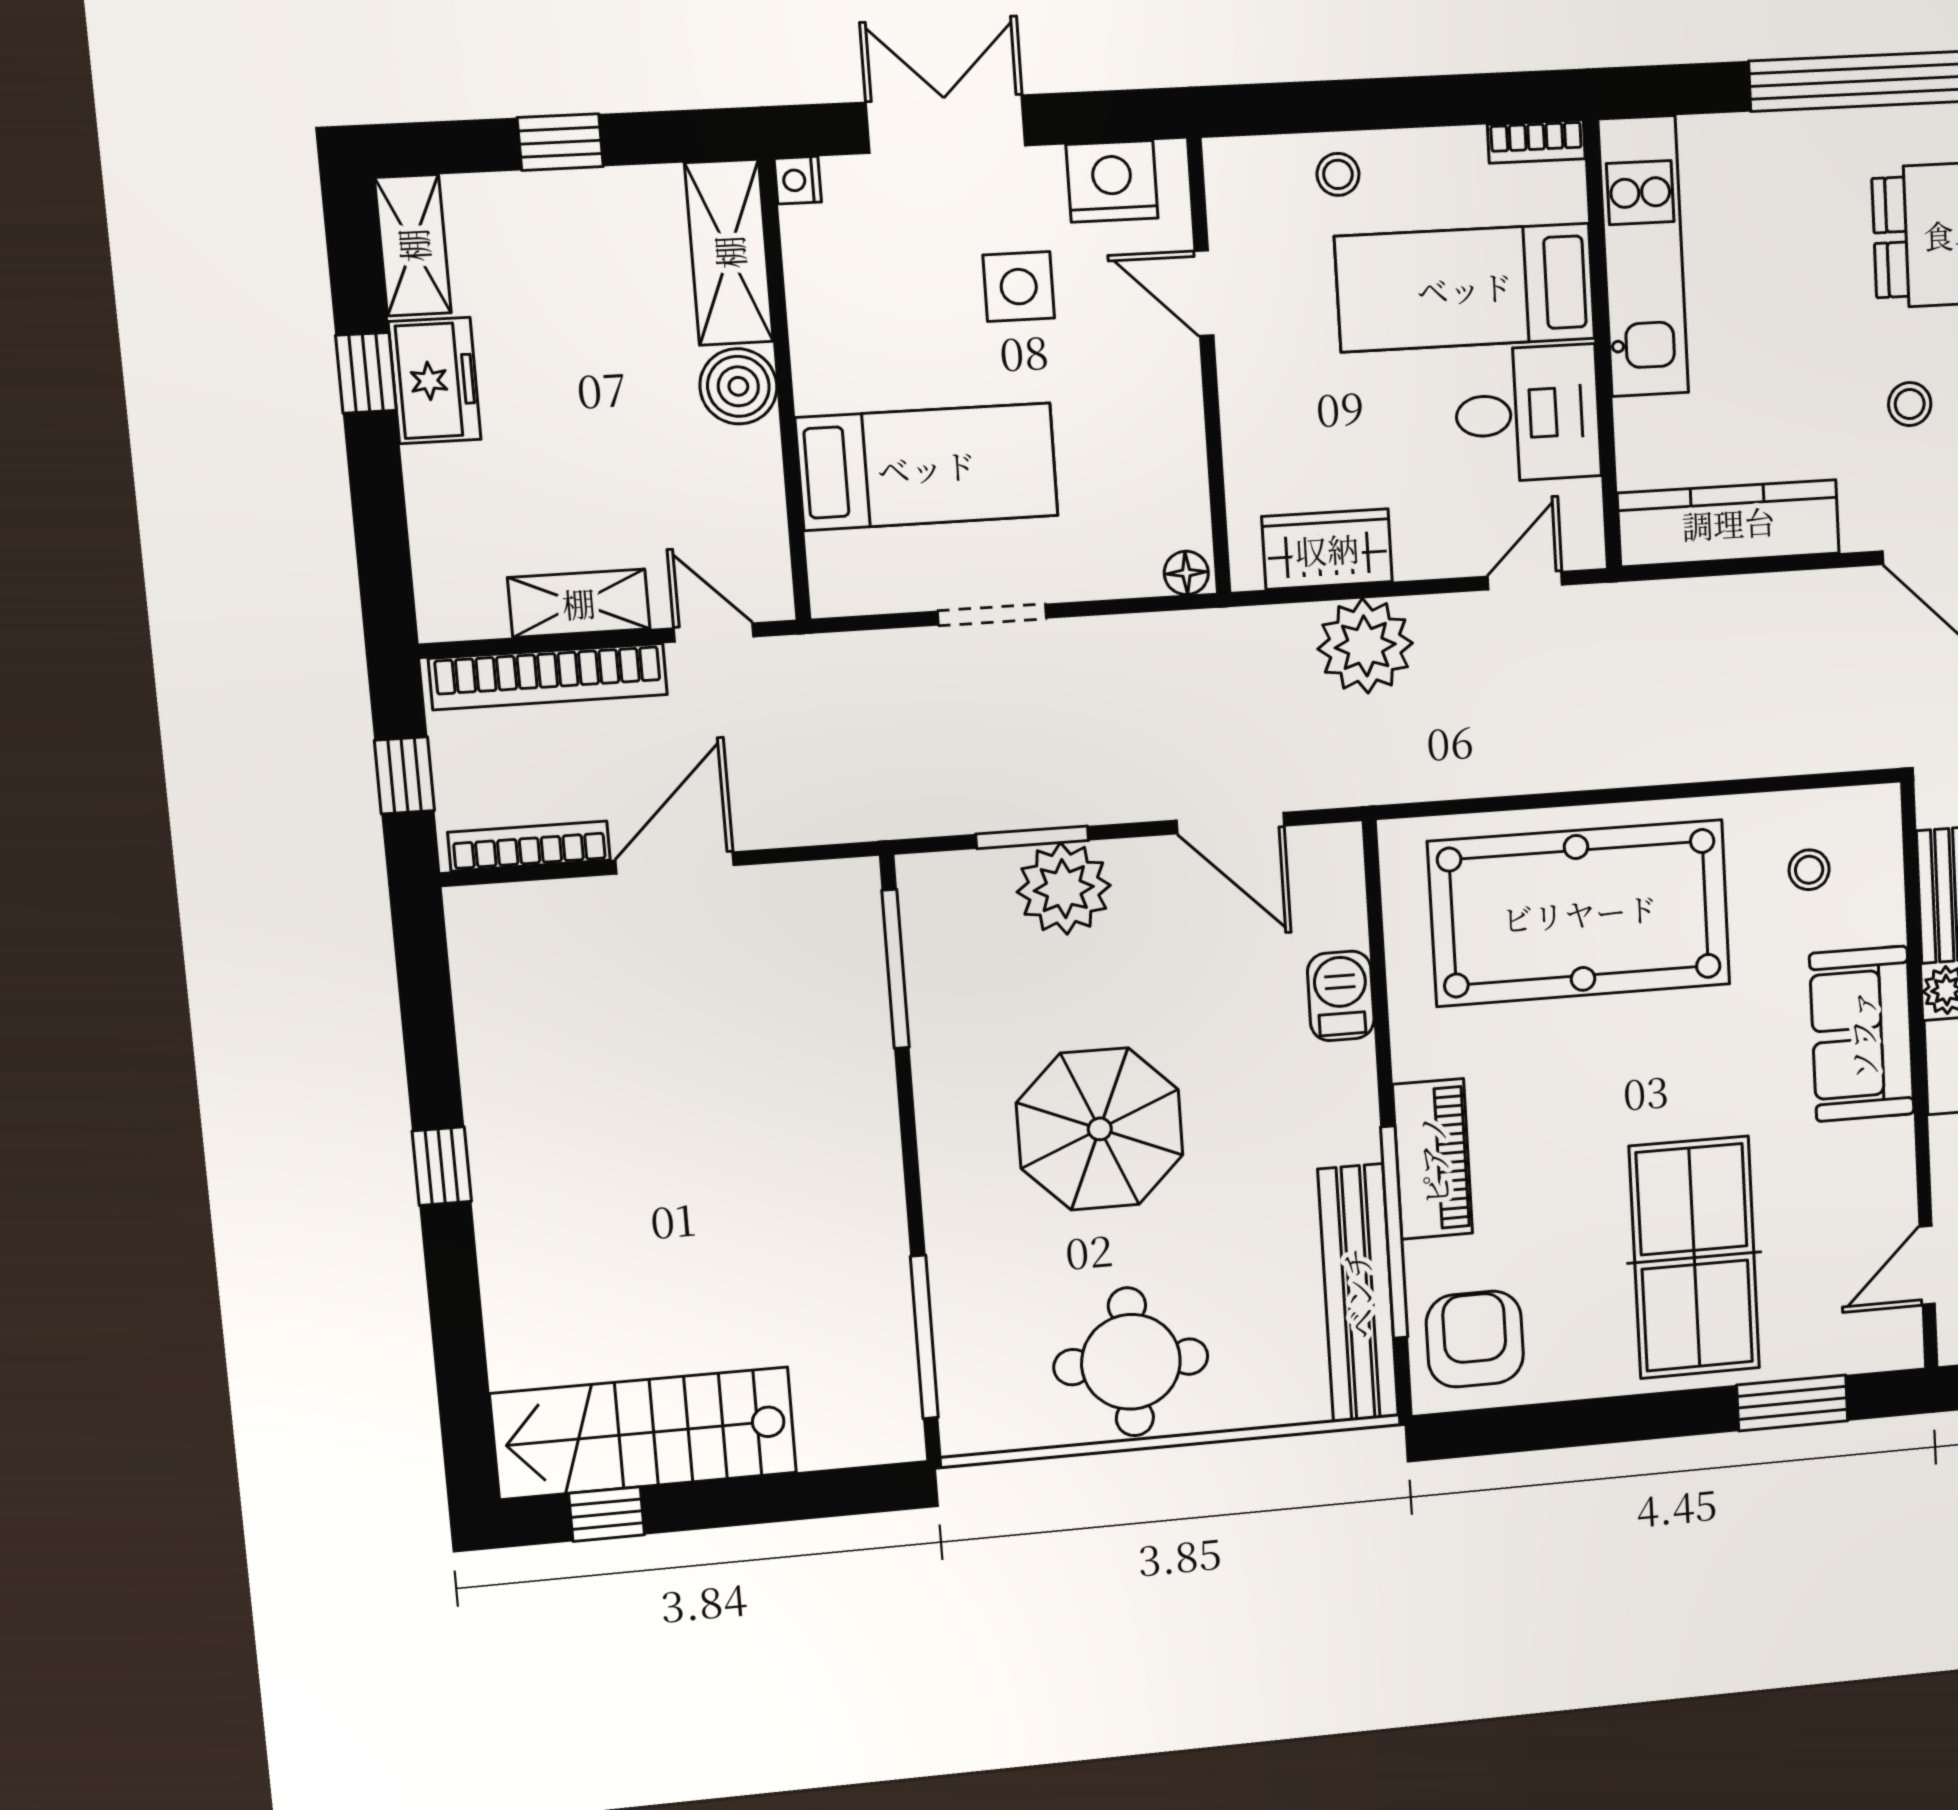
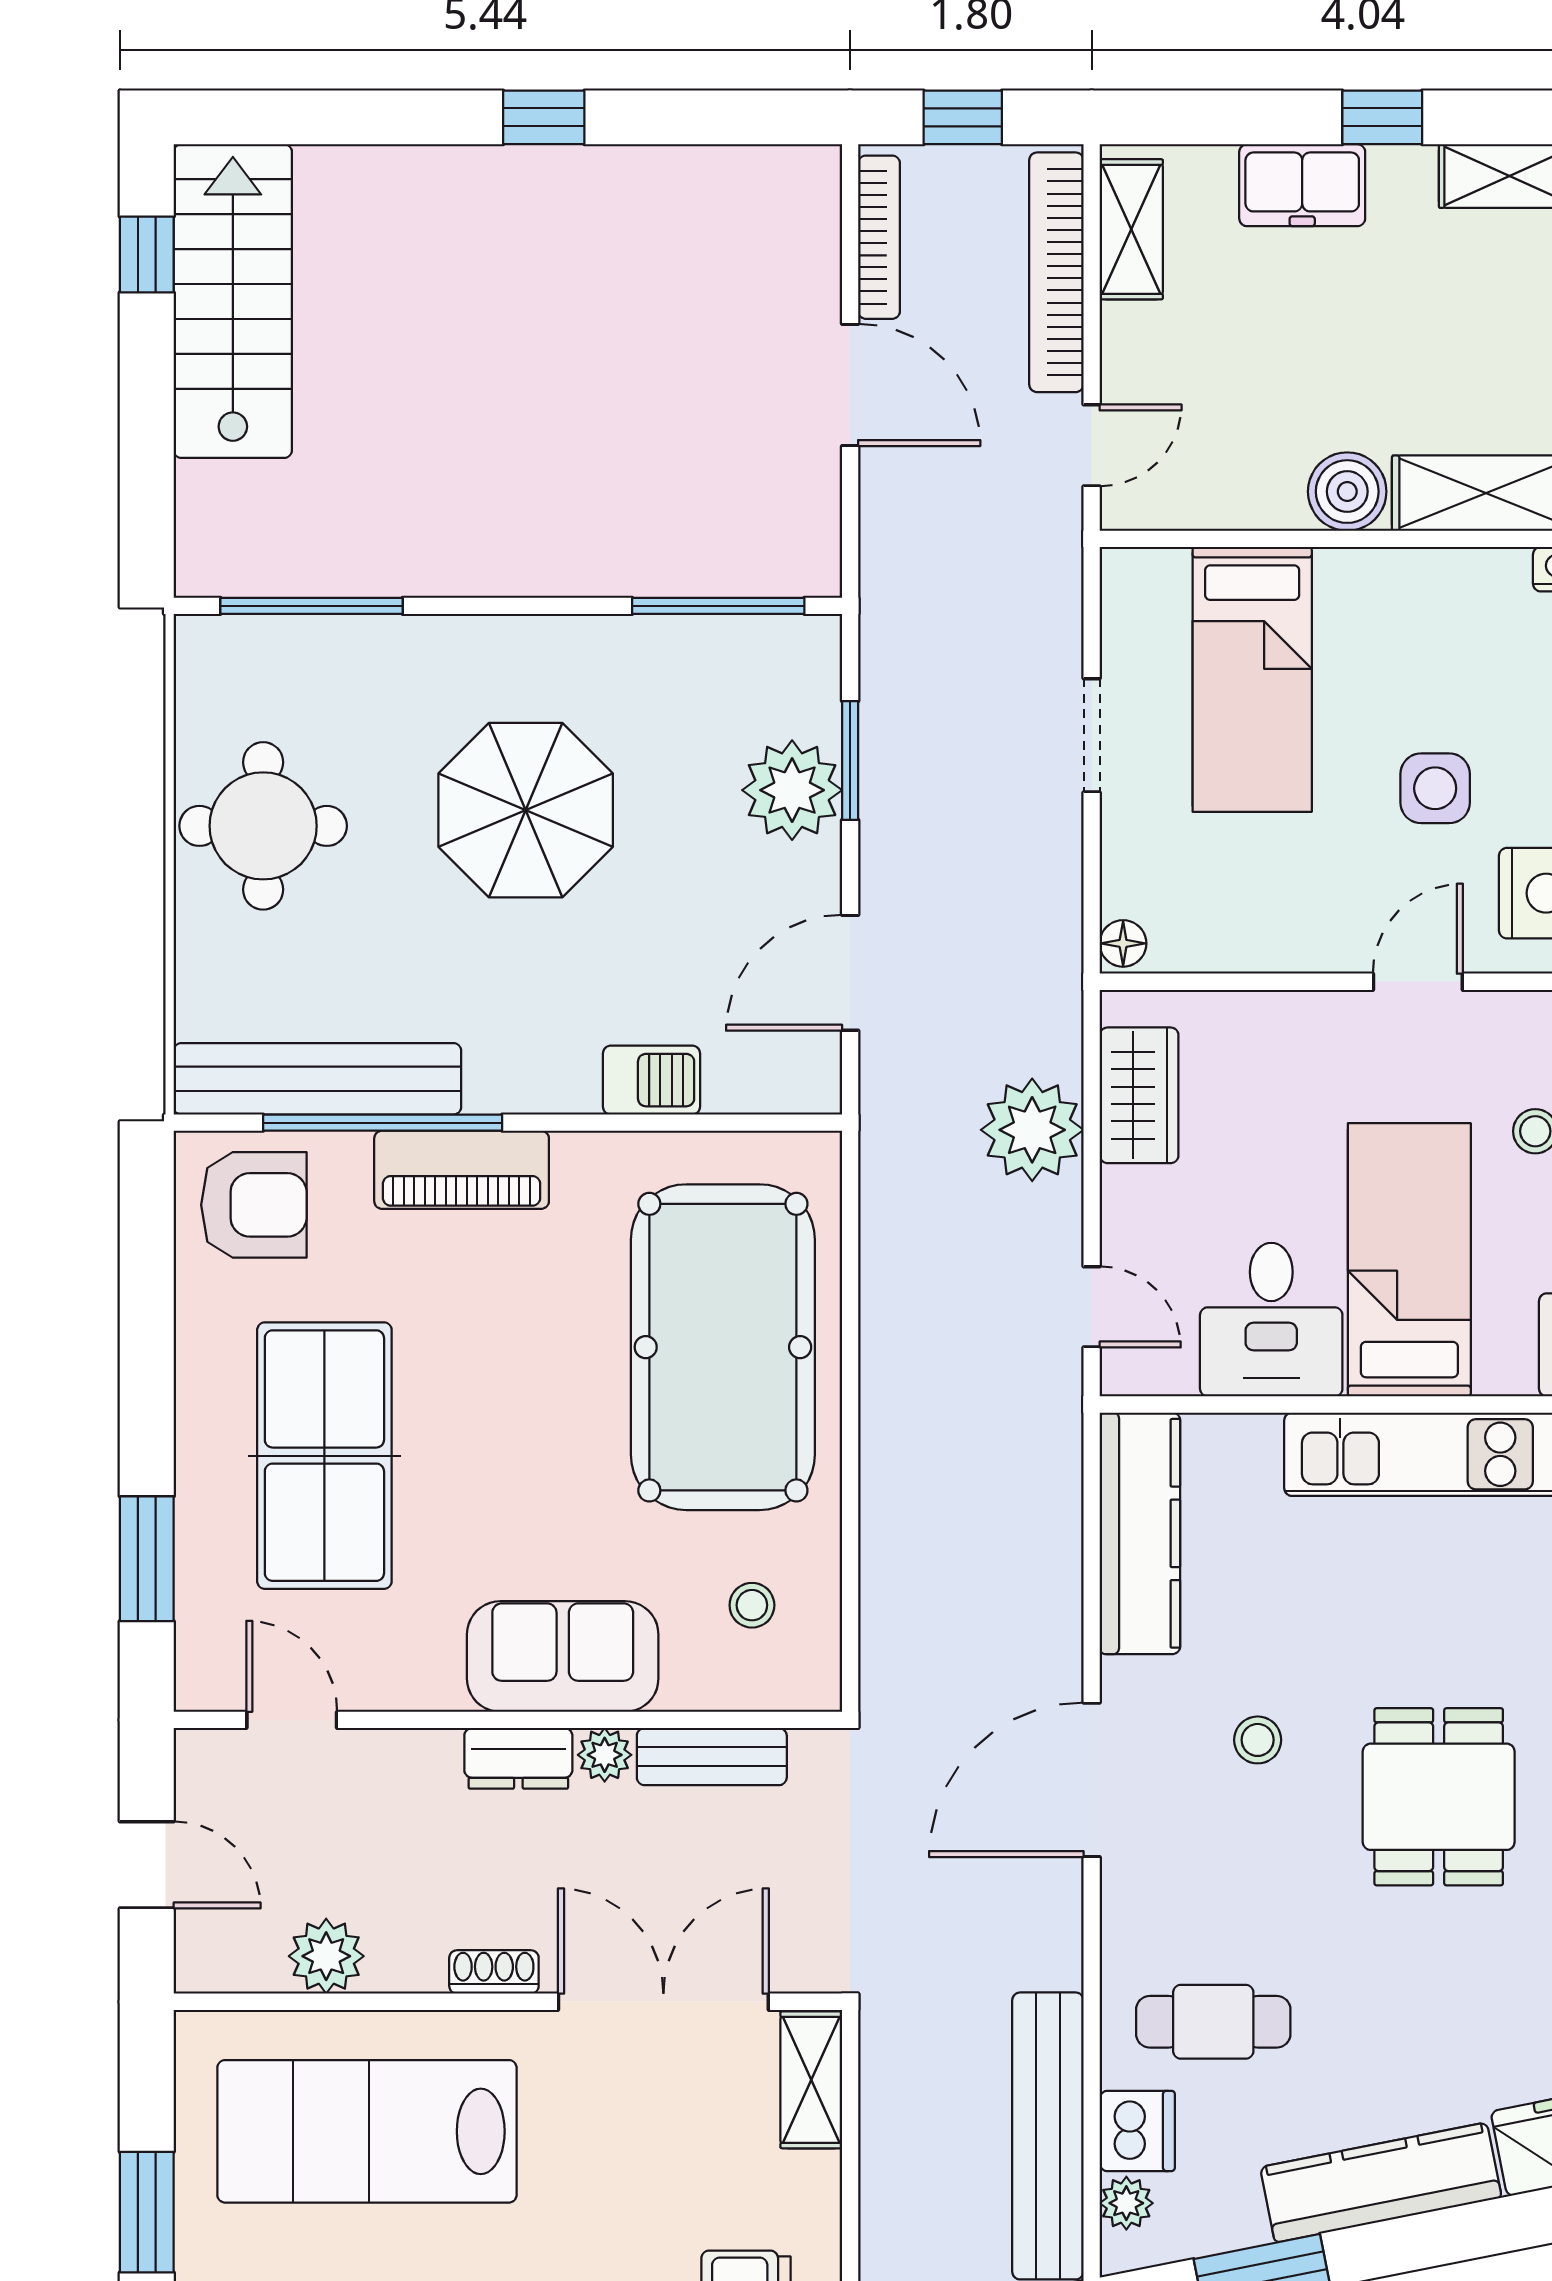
freezer: (435, 381) -> (1302, 185), moved
shelving: (579, 603) -> (1131, 229), moved
table tennis table: (1694, 1258) -> (324, 1456), turned 90

